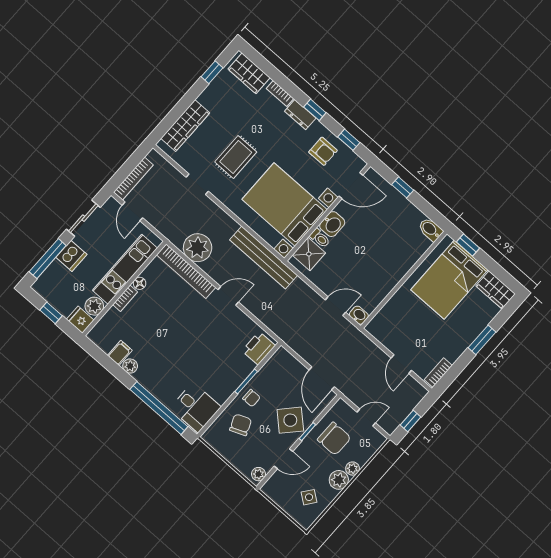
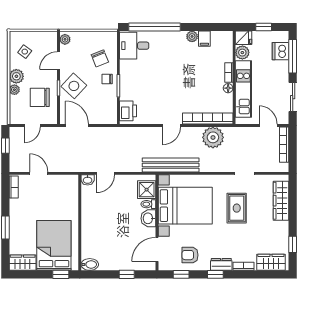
dishwasher: (71, 256) -> (280, 51), moved

